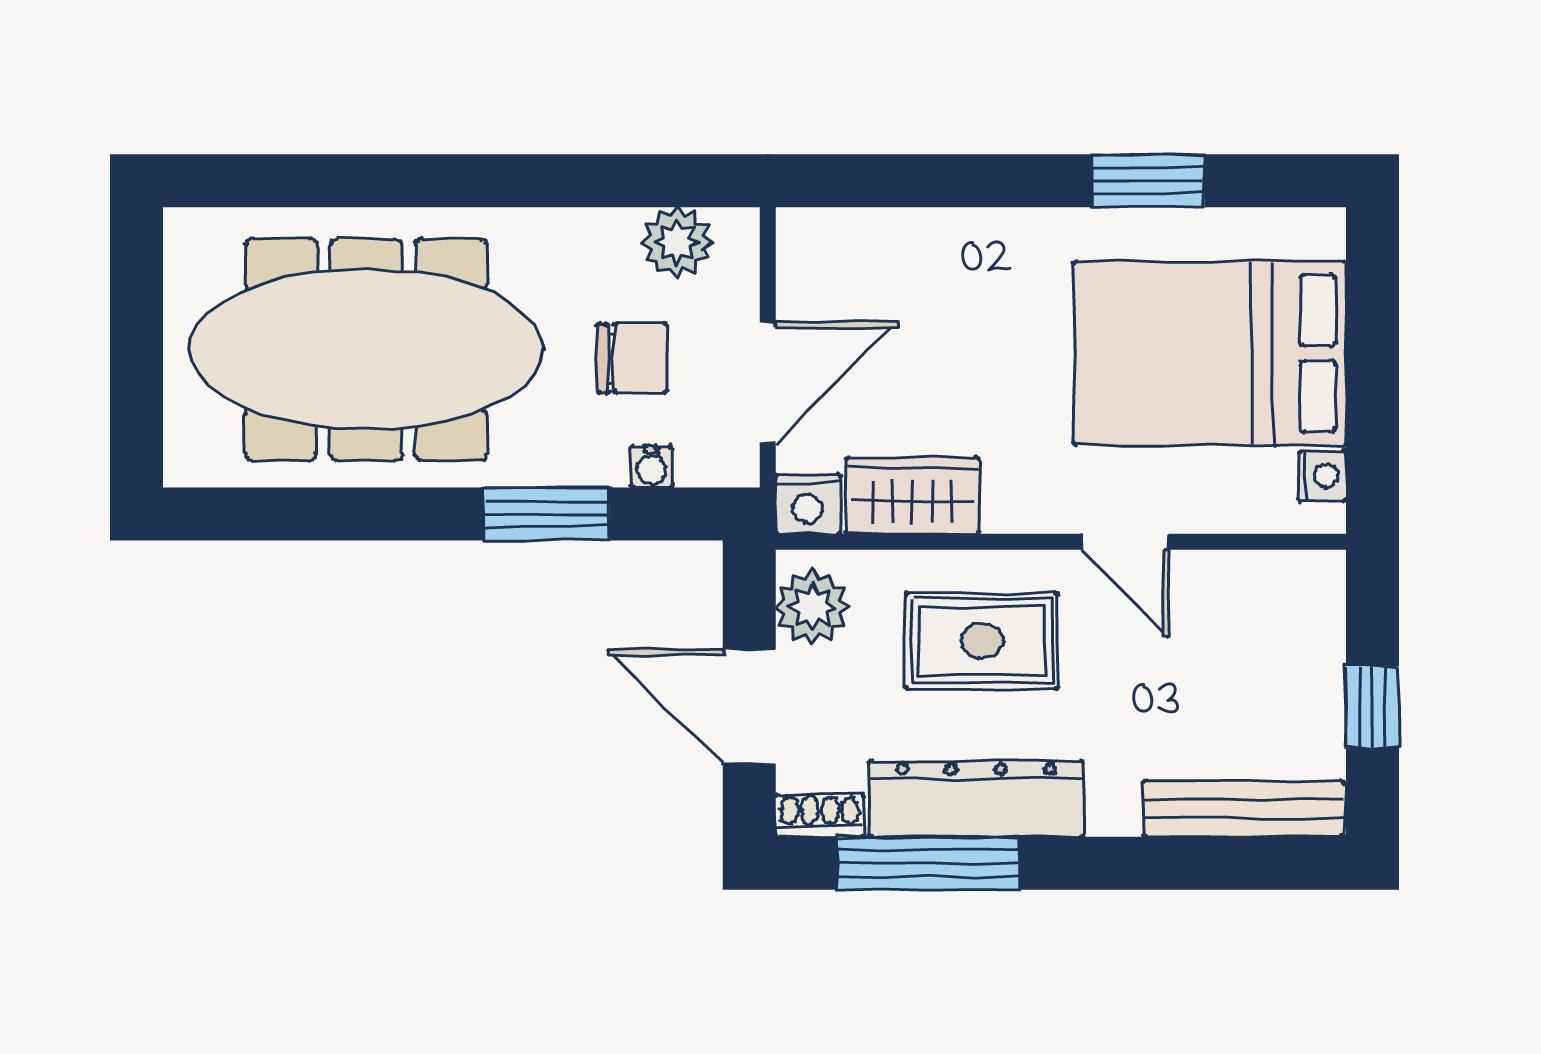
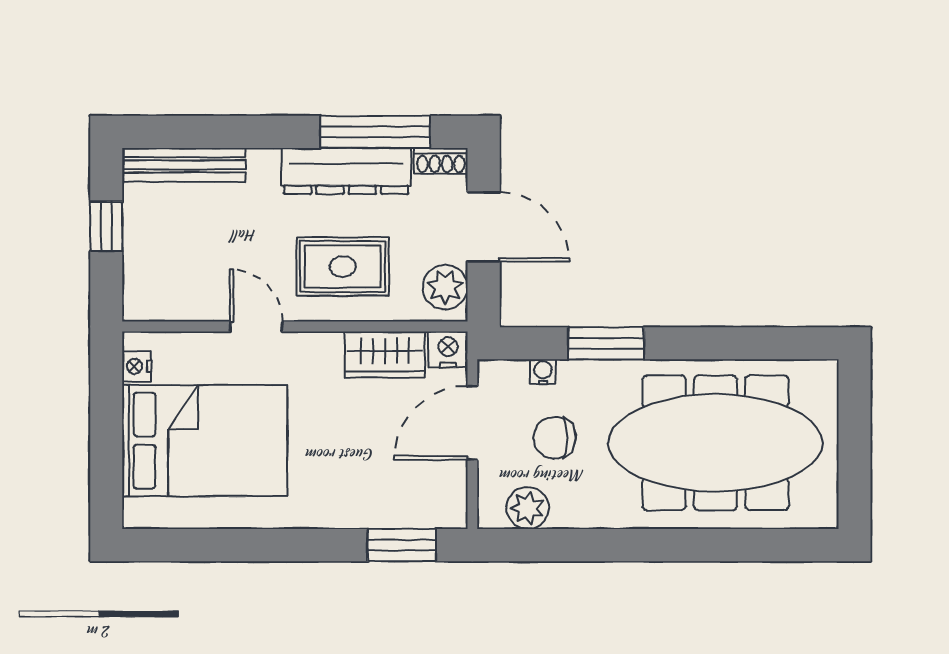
window: (1148, 181) -> (402, 545), moved

